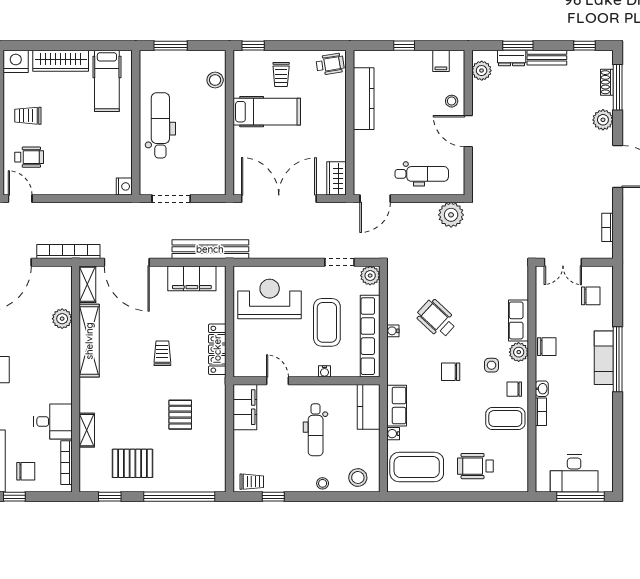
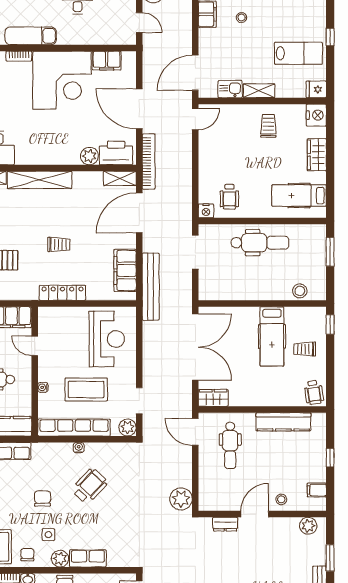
dresser: (512, 58) -> (225, 524), moved, turned -90
wardrobe: (61, 61) -> (317, 155), width x0.67
wheelchair: (29, 157) -> (229, 197), moved
dental chair: (422, 174) -> (230, 445), moved
printer: (59, 289) -> (116, 153), added
shelving: (89, 341) -> (40, 180), moved
door: (277, 381) -> (35, 346), swing flipped

